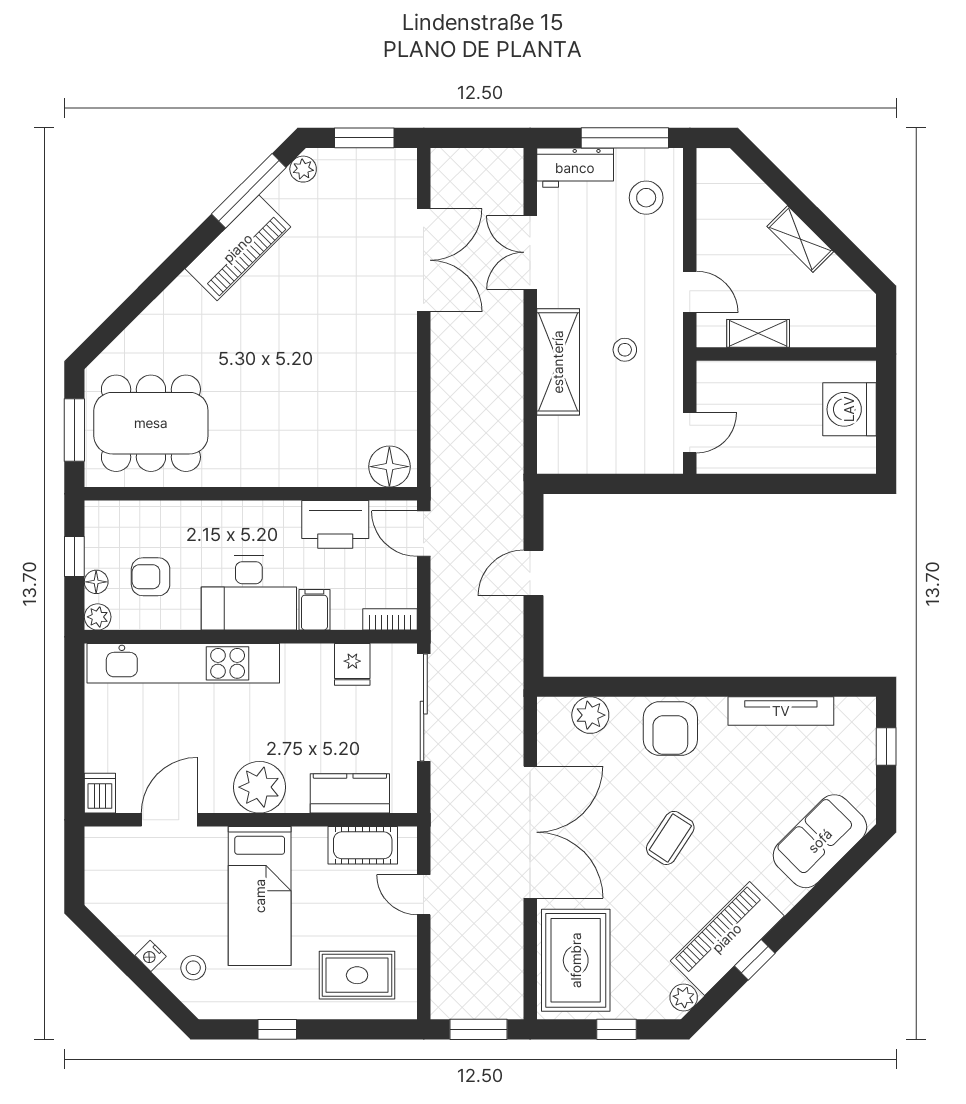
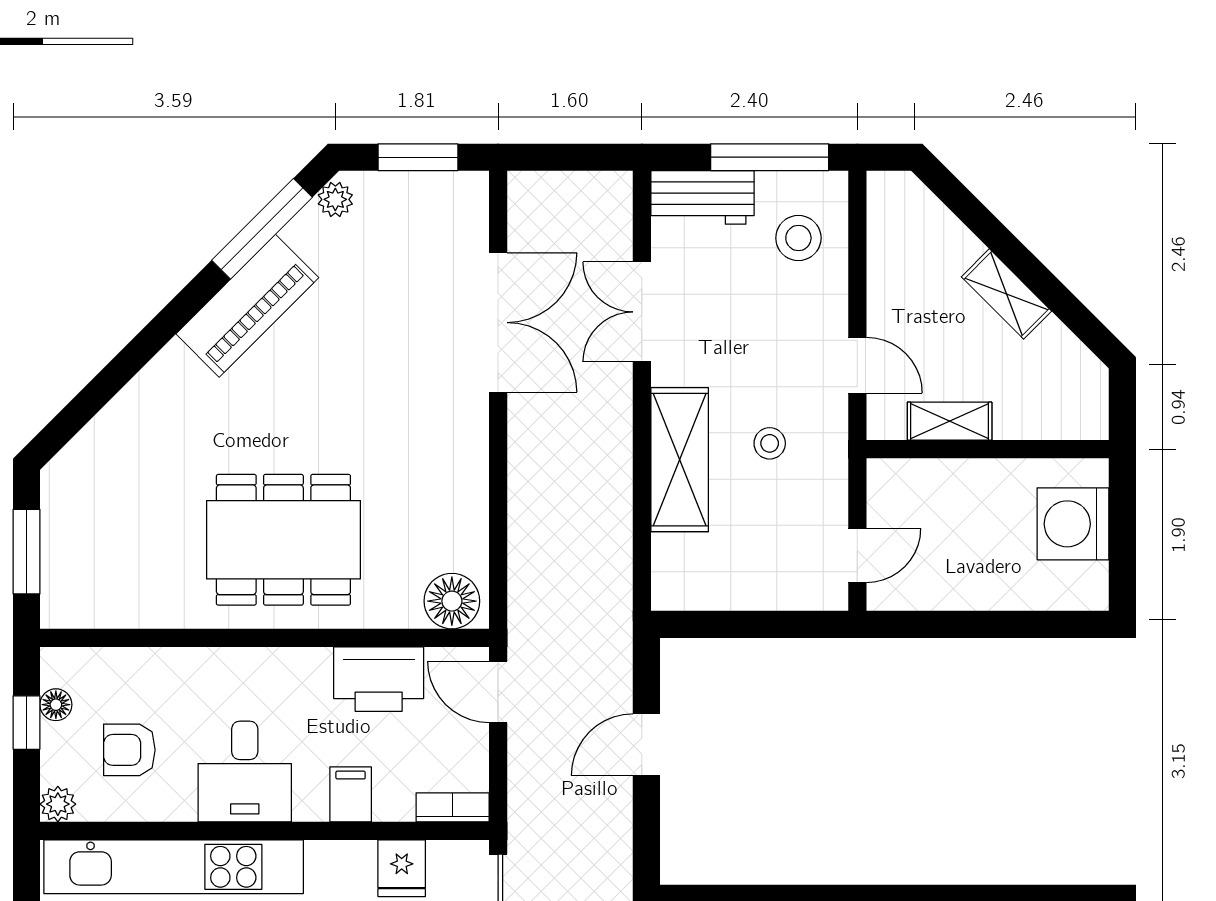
dining table: (151, 423) -> (283, 540), moved
floor lamp: (96, 582) -> (56, 705), moved
desk: (249, 593) -> (245, 772), width x0.73

